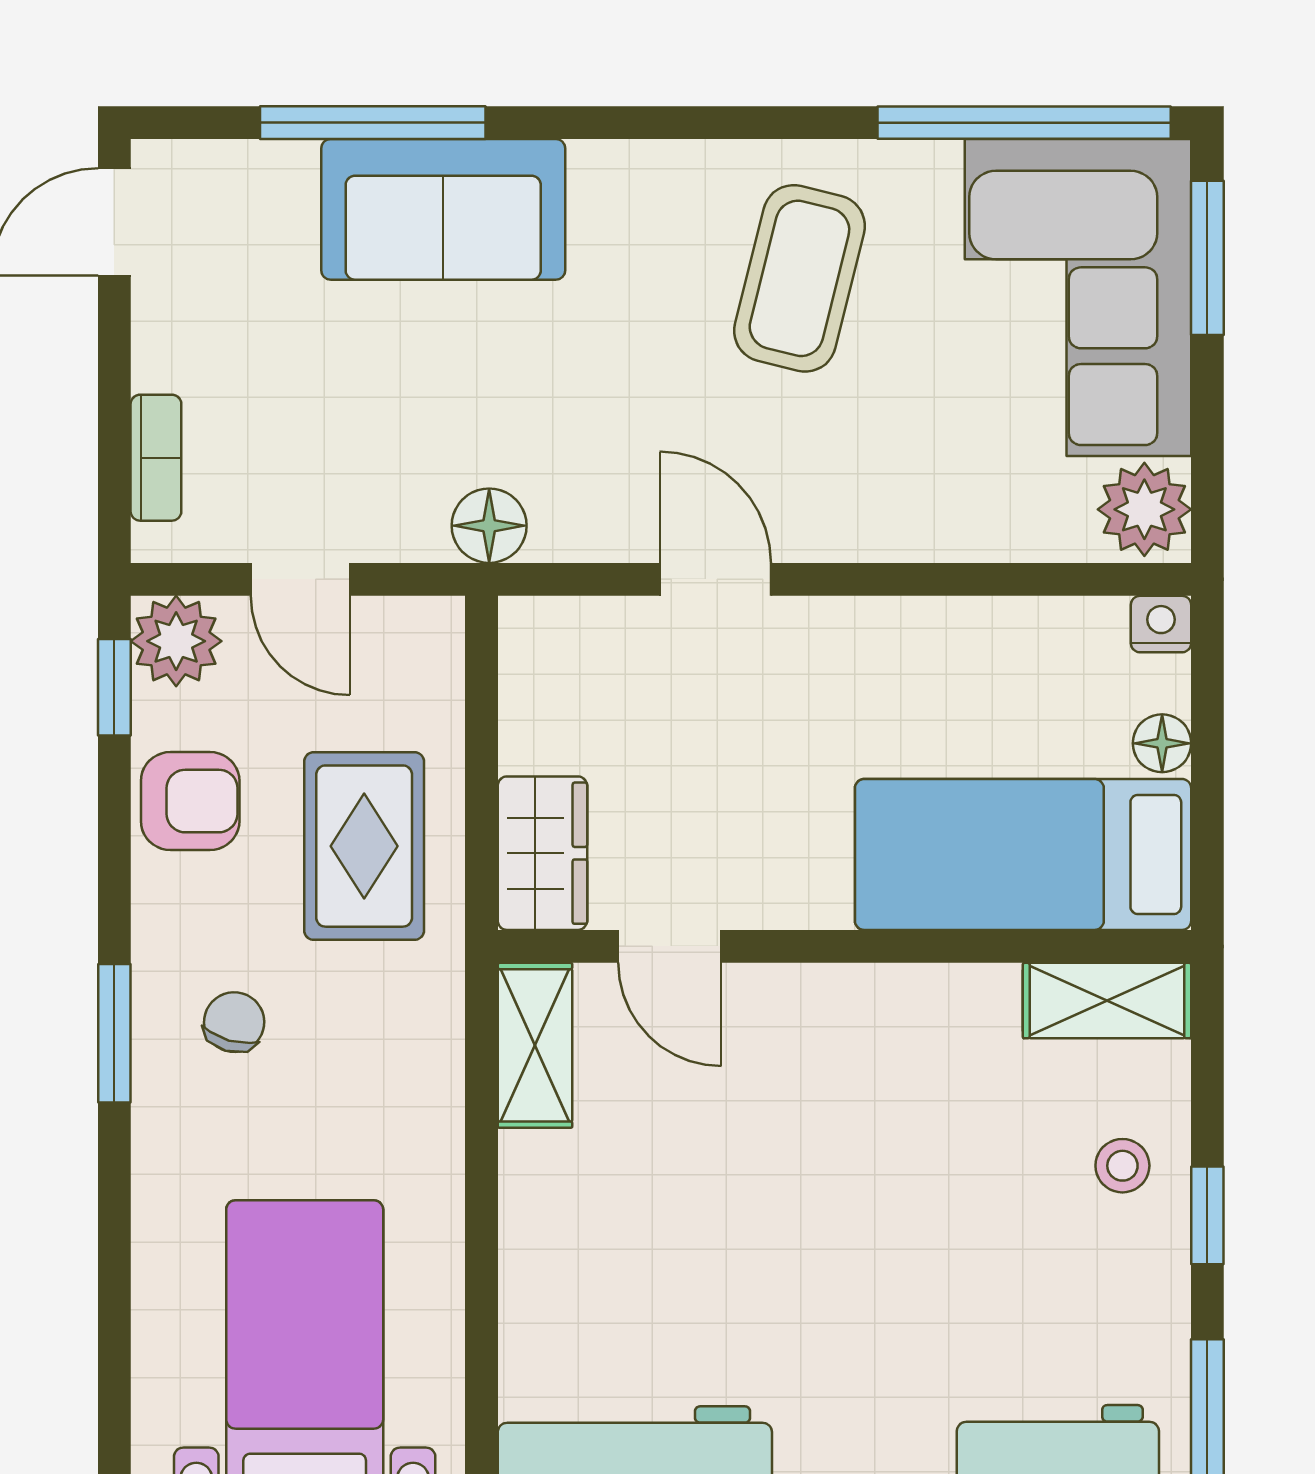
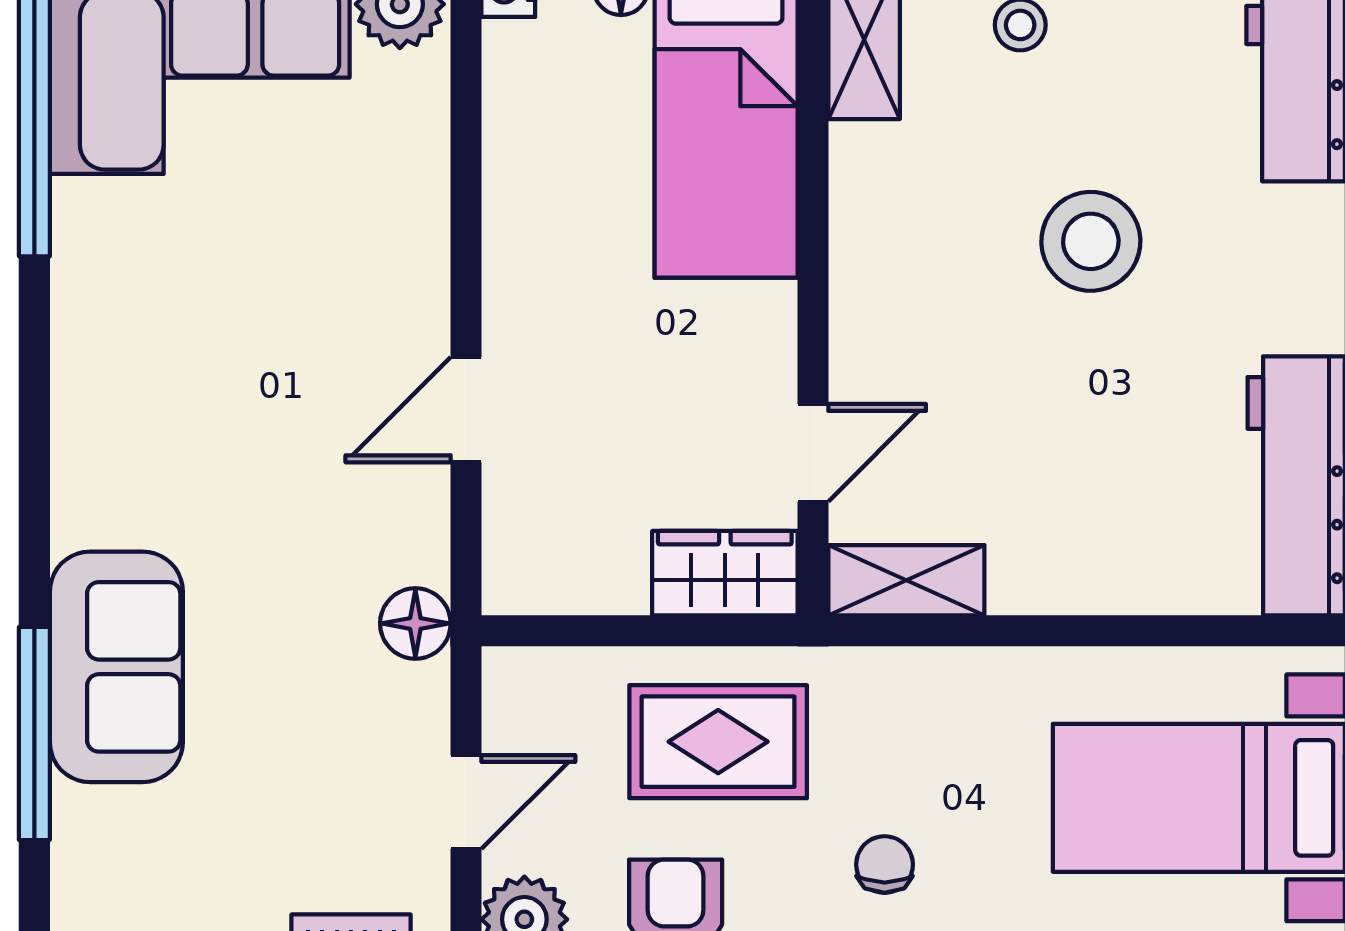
coffee table: (799, 278) -> (182, 330), removed
chair: (234, 1022) -> (885, 865), turned 74
stool: (893, 1240) -> (1091, 241), added

